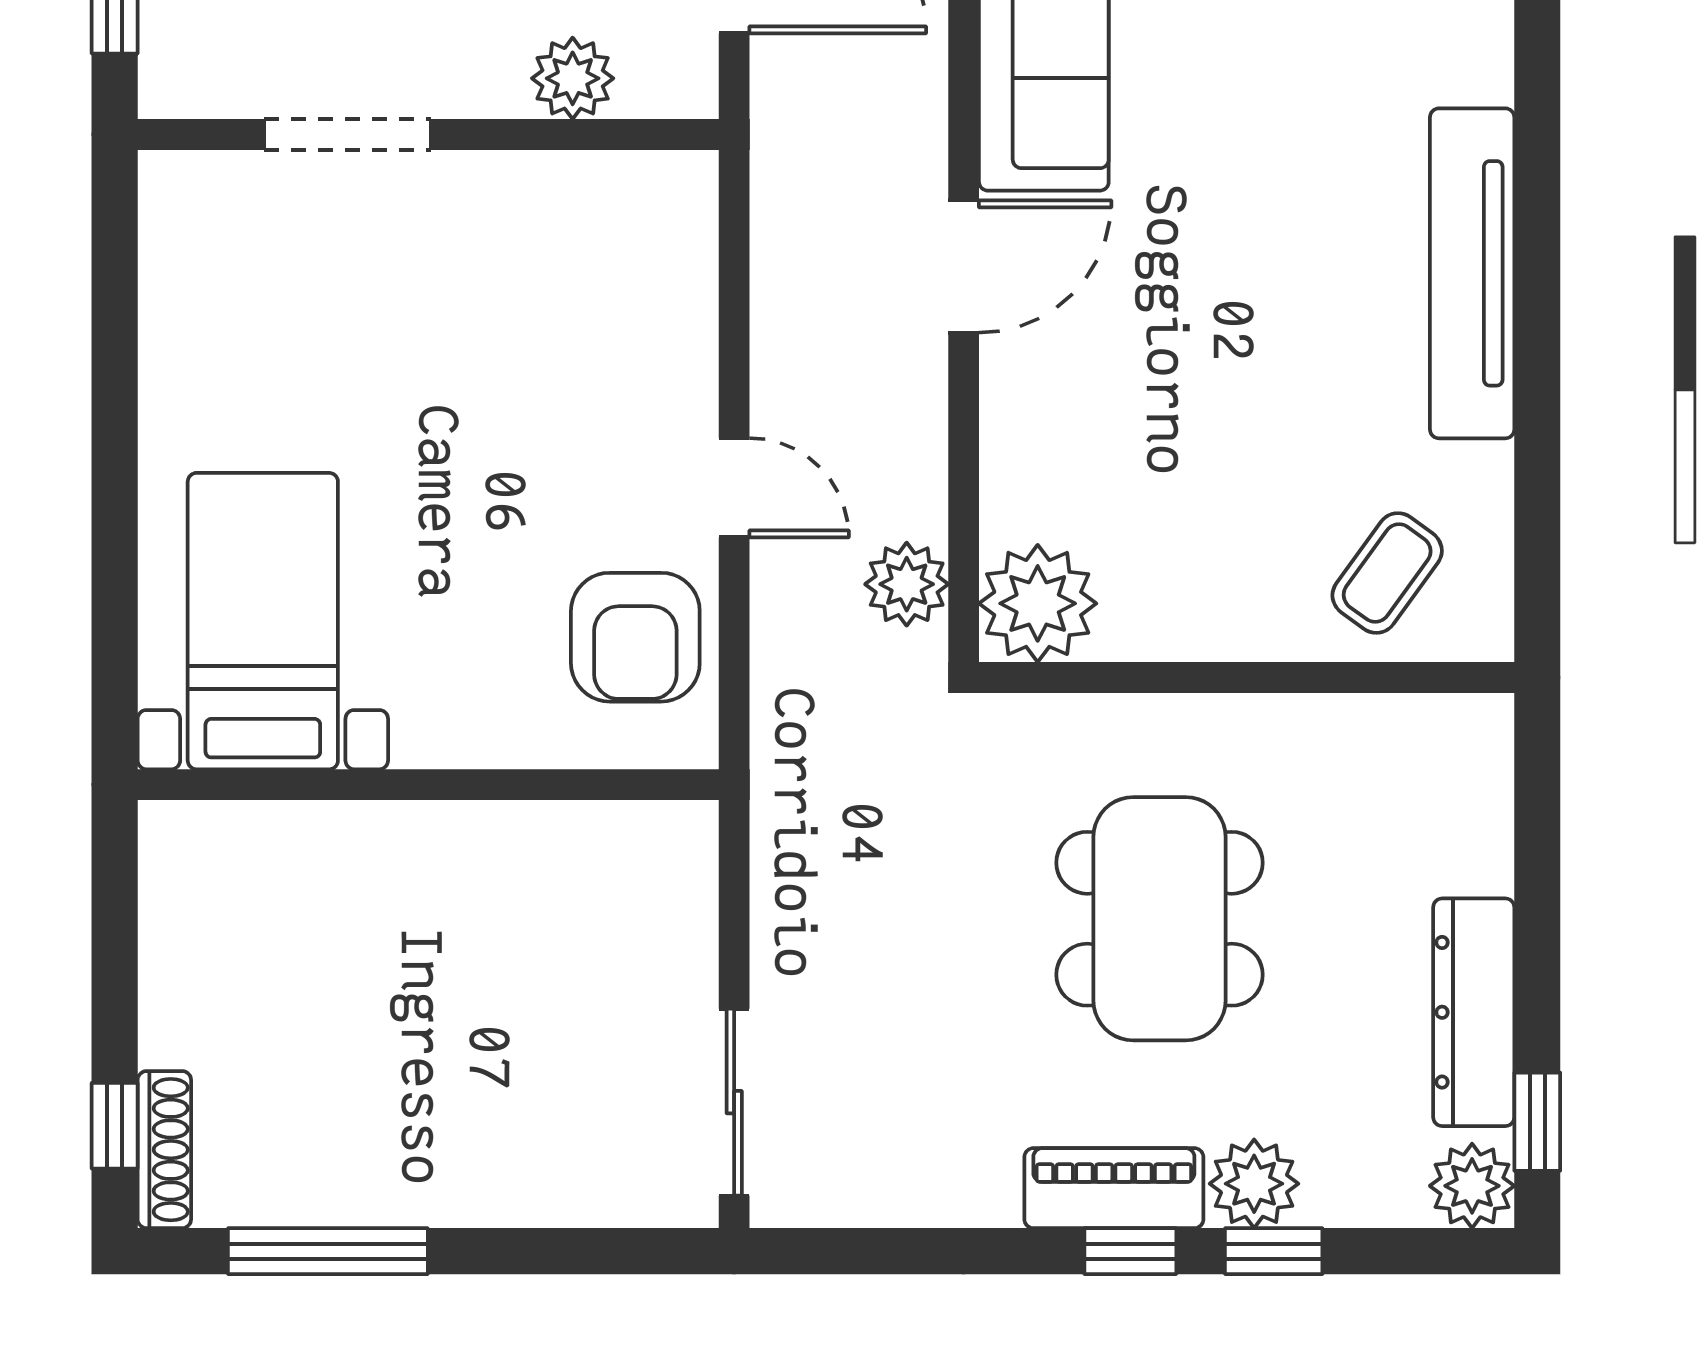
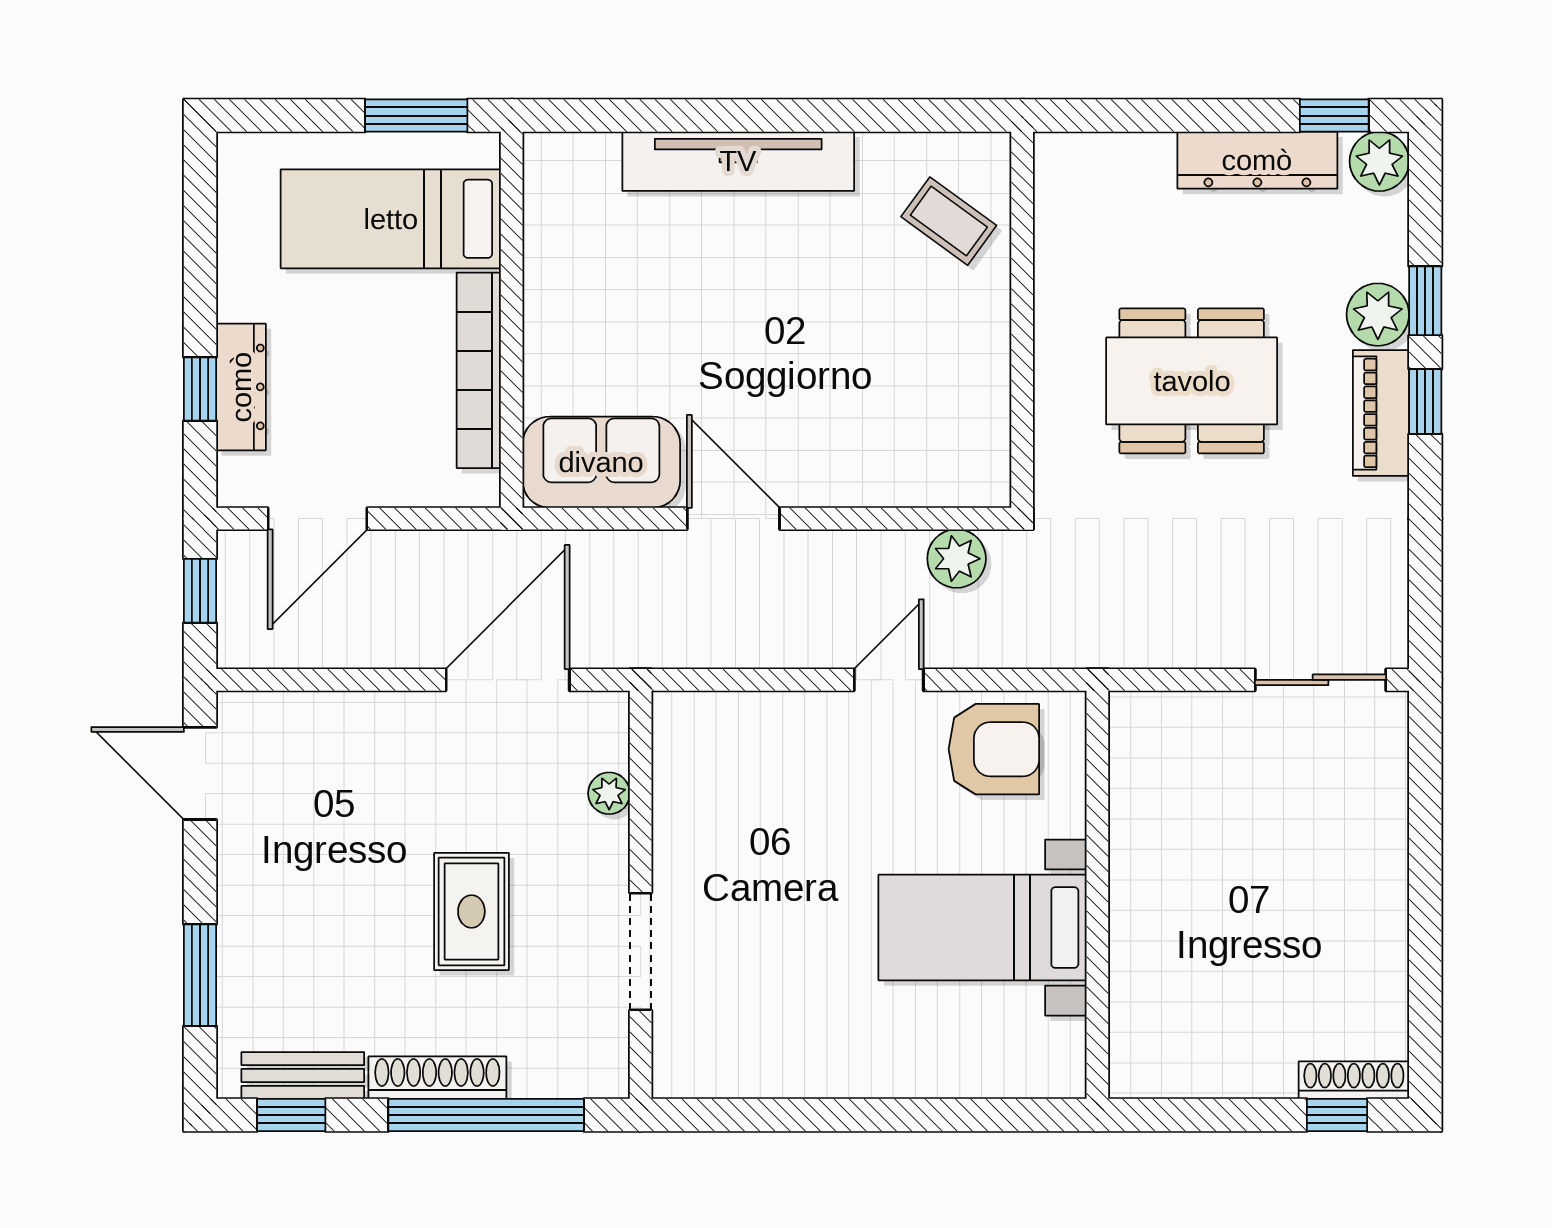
plant: (573, 78) -> (609, 793), width x0.73, depth x0.73
plant: (1038, 603) -> (970, 467), removed
bed with nightstands: (263, 621) -> (983, 928), moved
window: (328, 1251) -> (1425, 965), removed

